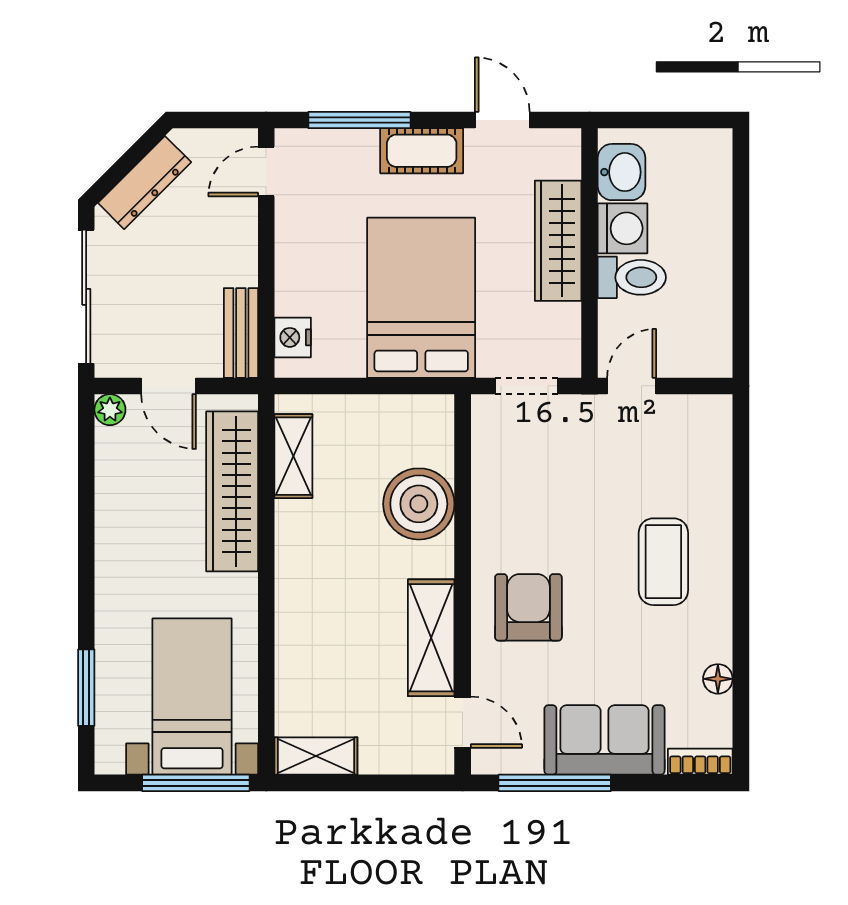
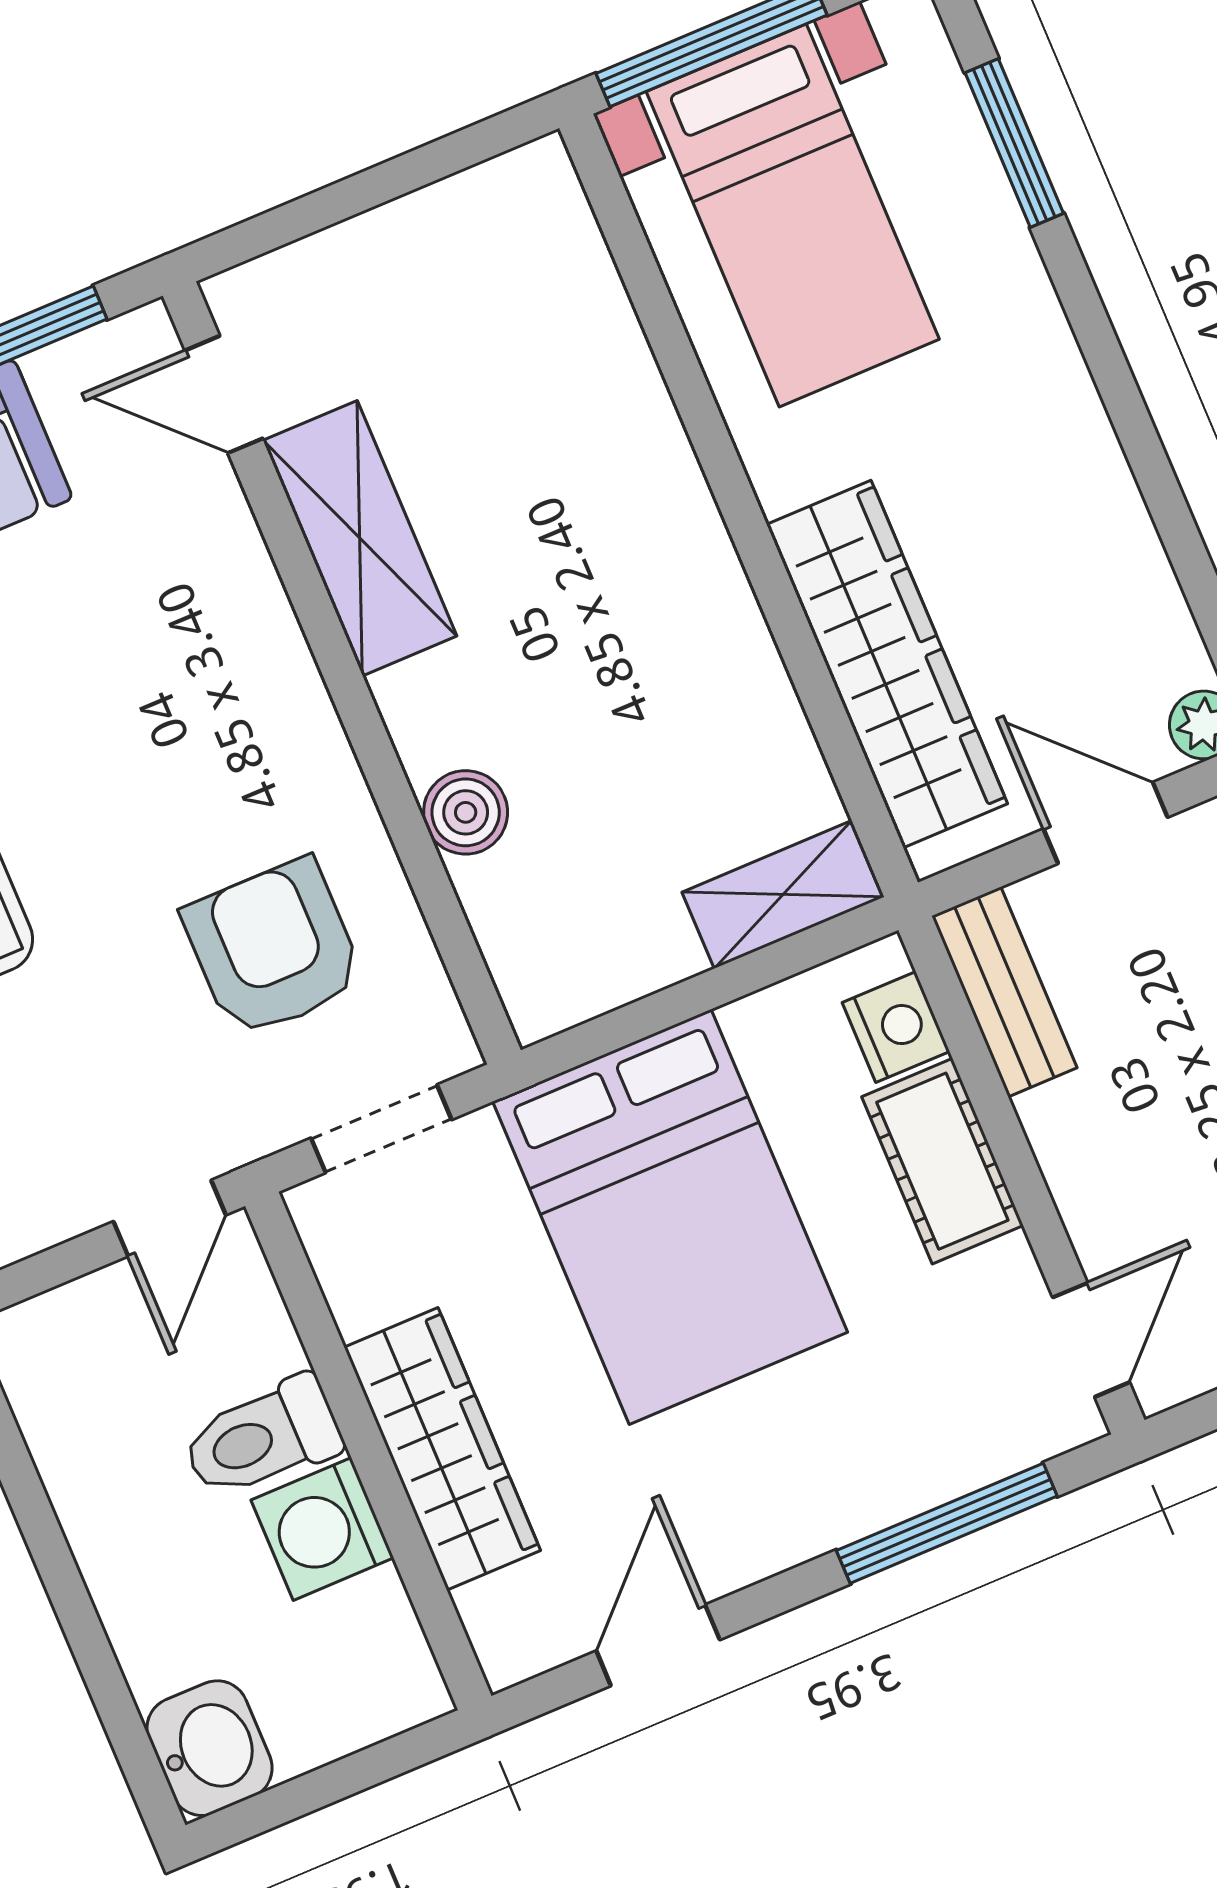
door: (502, 120) -> (658, 1645), swing flipped
cot: (422, 151) -> (942, 1161), moved, turned 90
washbasin: (621, 172) -> (210, 1748), moved, turned 180
shelving: (293, 456) -> (783, 894), moved, turned 90
boiler: (419, 504) -> (466, 812), width x0.54, depth x0.54
armchair: (528, 607) -> (273, 948), moved, turned 180
shelving: (316, 756) -> (492, 201), removed

